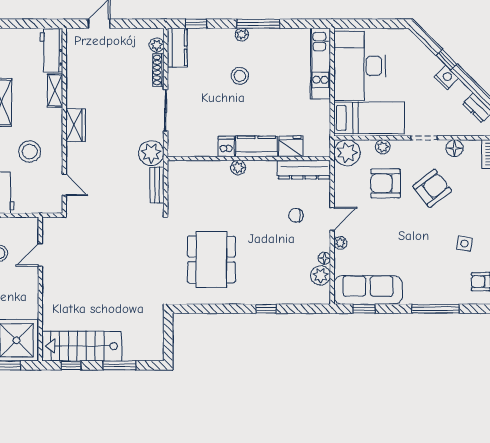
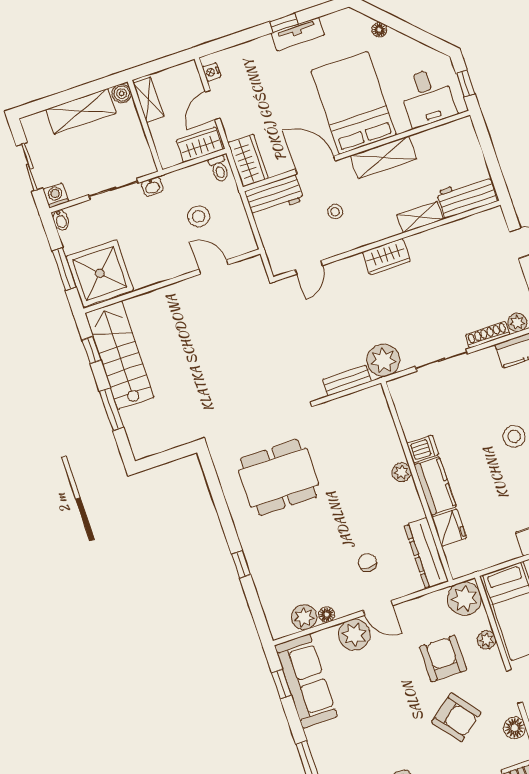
stool: (30, 152) -> (335, 212), width x0.53, depth x0.53
plant: (340, 243) -> (354, 635), width x1.88, depth x1.88

